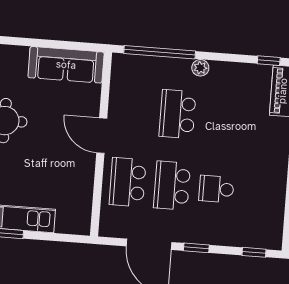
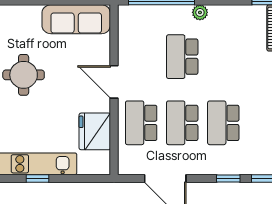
fridge: (77, 188) -> (95, 131), added
school desk: (216, 189) -> (223, 123), width x1.85
window: (196, 248) -> (228, 178), moved

